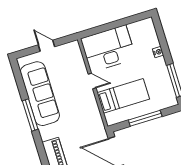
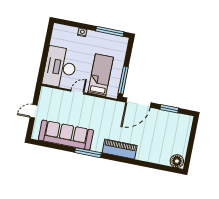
window: (30, 115) -> (88, 153), moved
window: (145, 118) -> (123, 80), moved

